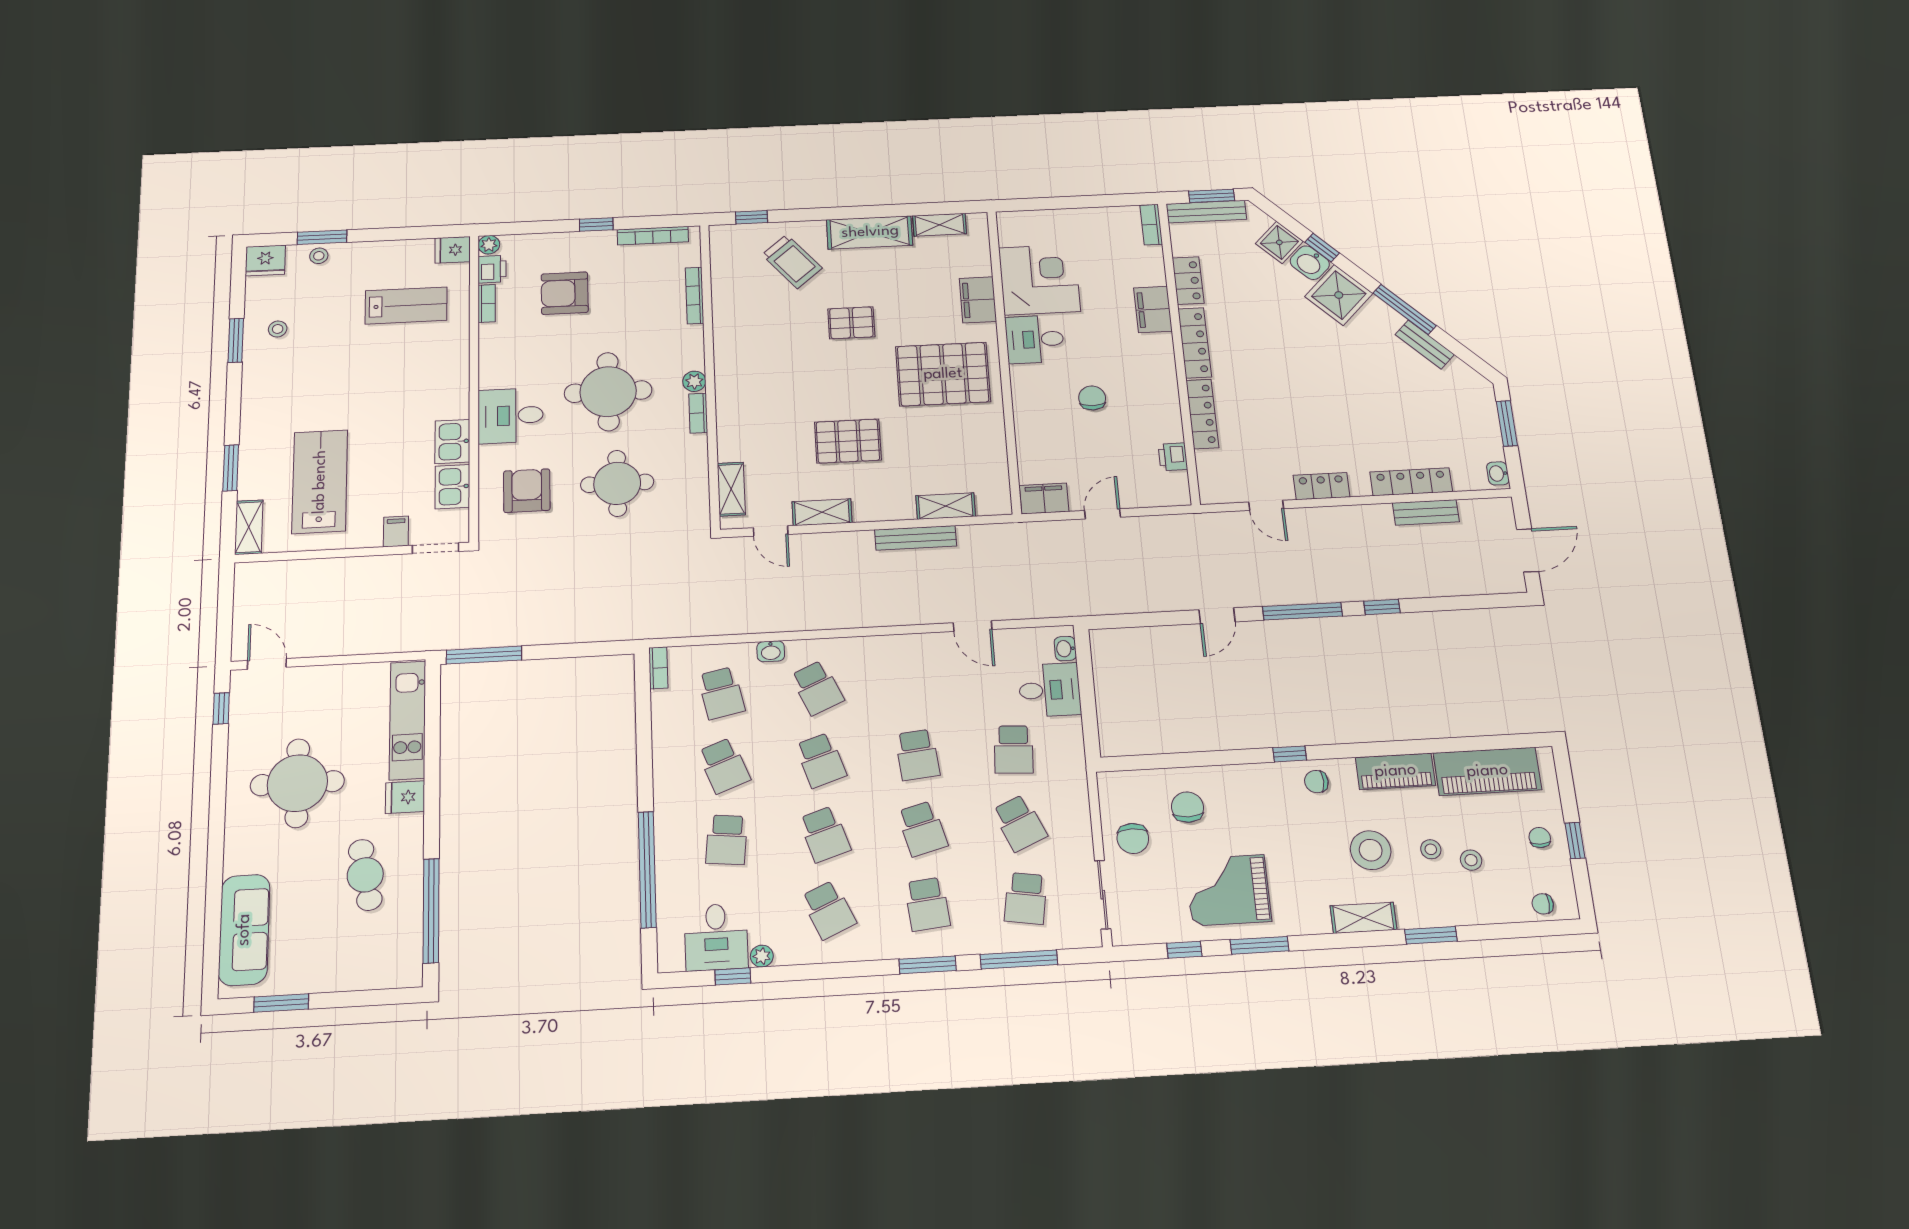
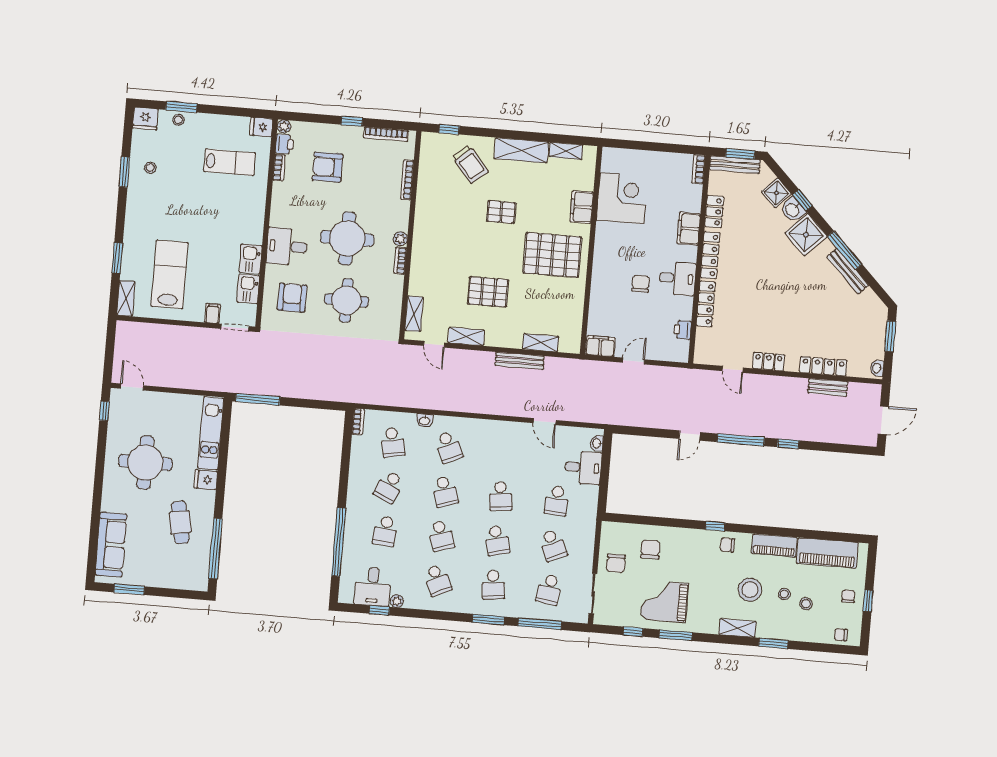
desk: (1035, 339) -> (677, 278), moved, turned 180
bench: (1425, 344) -> (848, 271), width x1.36
school desk: (724, 766) -> (389, 487), turned 45

